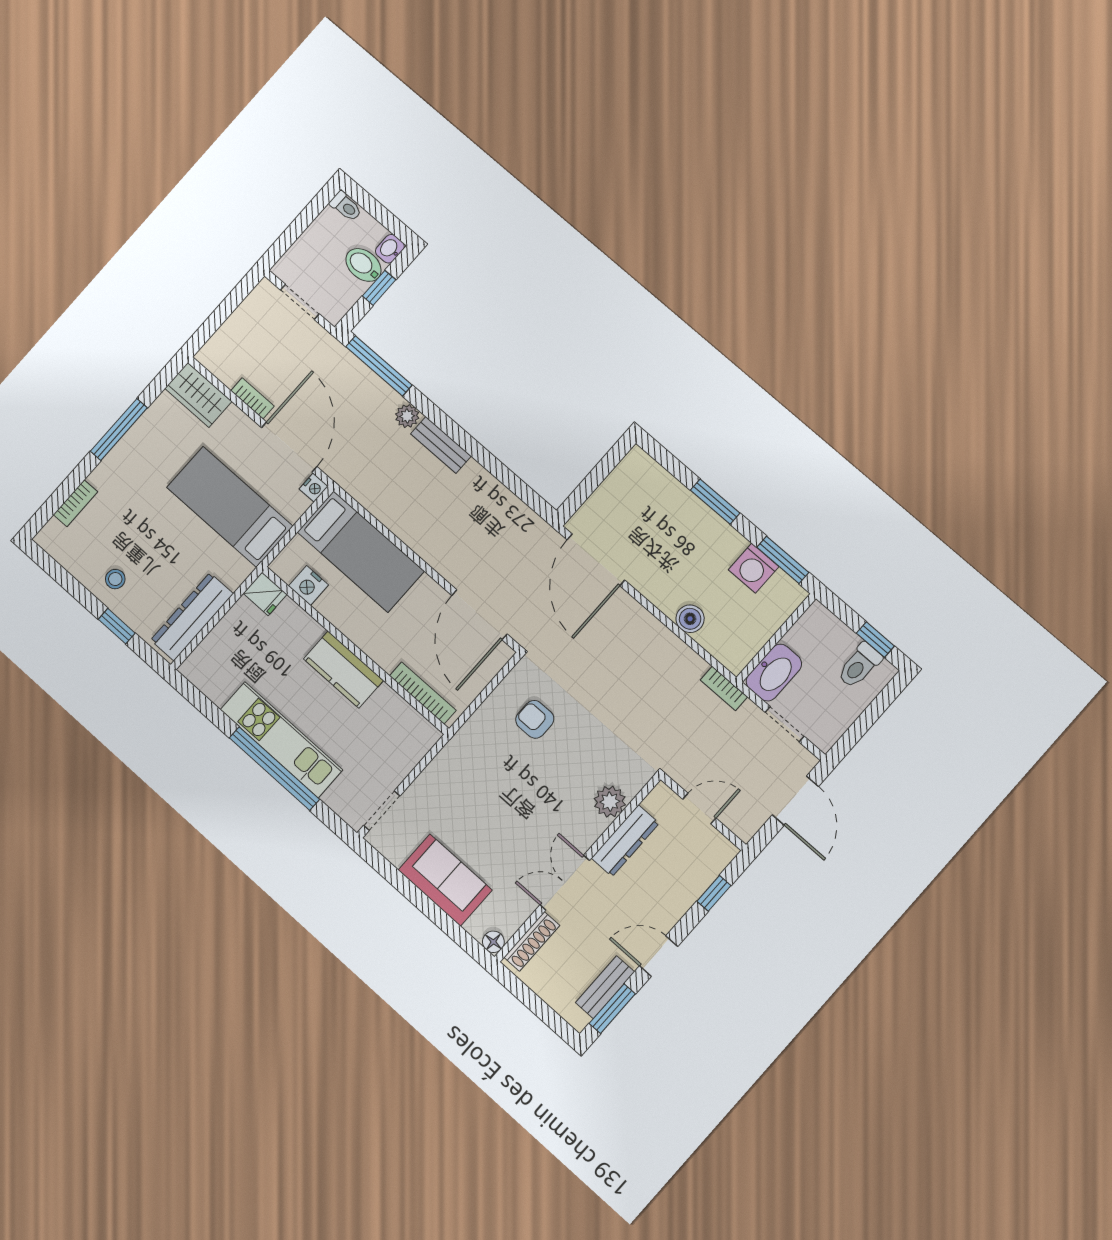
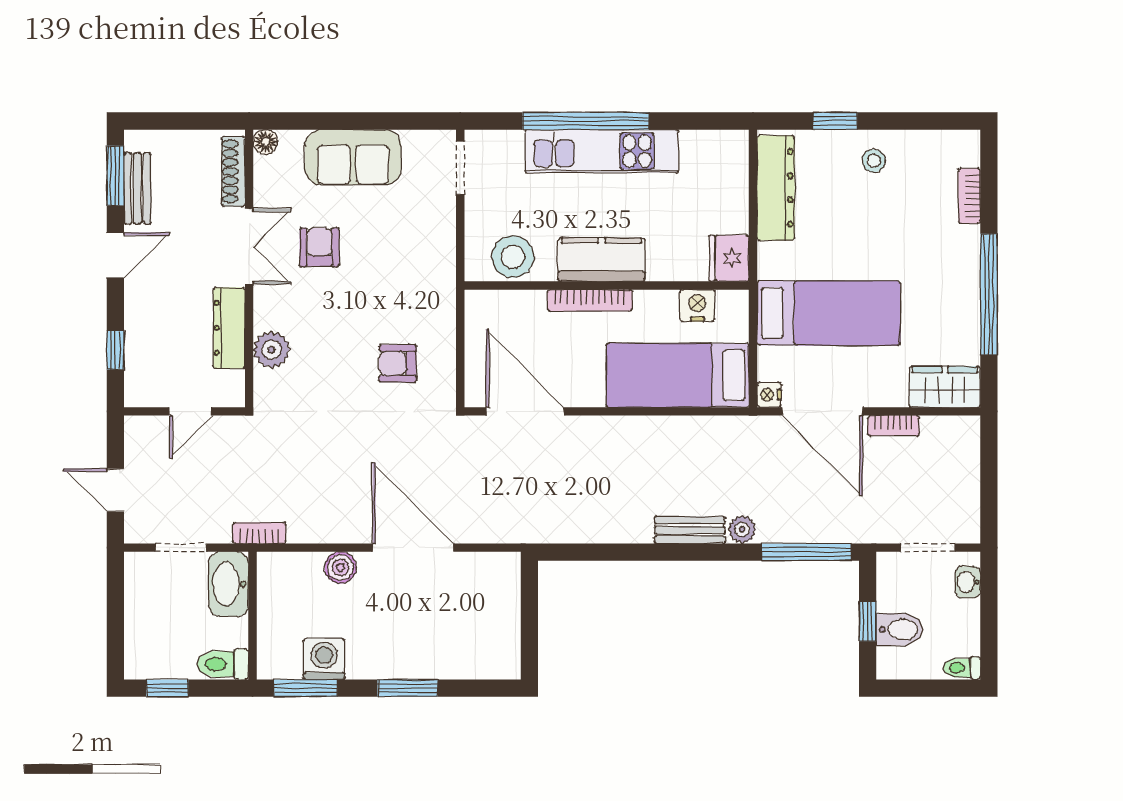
washbasin: (390, 249) -> (968, 582), moved, turned 180
window: (119, 430) -> (989, 294), width x1.46
door: (596, 560) -> (413, 548), moved
fridge: (265, 594) -> (729, 258), width x1.38
toilet: (859, 665) -> (223, 664), moved, turned -90
bookcase: (423, 693) -> (590, 300), moved
armchair: (535, 719) -> (398, 363), turned 180
stool: (399, 722) -> (513, 257), added
door: (795, 801) -> (115, 490), width x0.73
armchair: (519, 841) -> (319, 247), added

